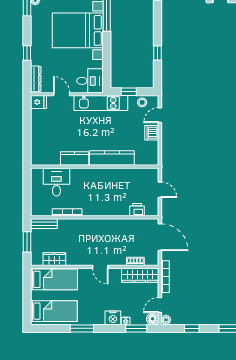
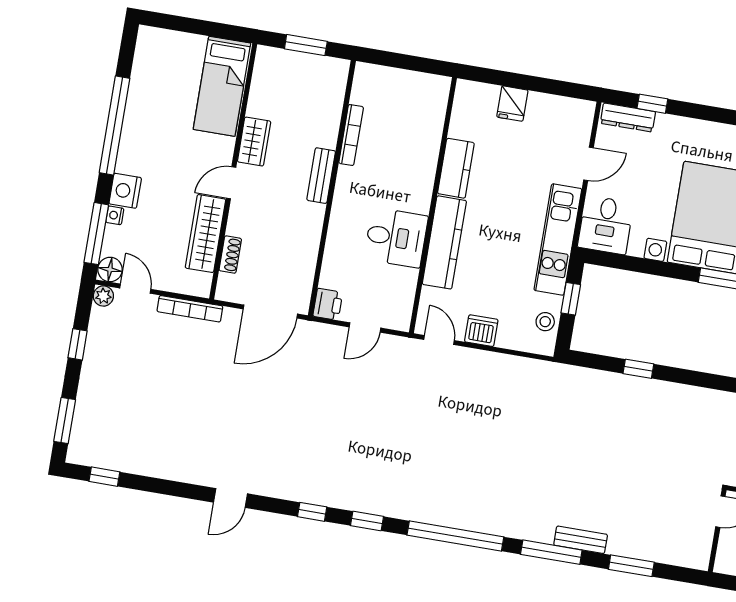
window: (27, 53) -> (652, 104), moved
fridge: (38, 102) -> (512, 104), moved
door: (160, 115) -> (439, 340), moved
desk: (56, 182) -> (396, 238), moved
printer: (137, 210) -> (328, 304), moved
bench: (44, 224) -> (321, 176), moved
wardrobe: (54, 259) -> (254, 142), moved
wardrobe: (140, 275) -> (205, 234), moved
bed: (54, 311) -> (159, 75), removed
window: (82, 328) -> (115, 125), width x2.11
window: (136, 328) -> (96, 234), width x1.44

